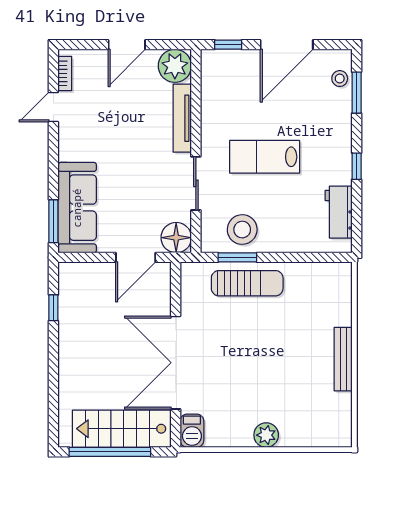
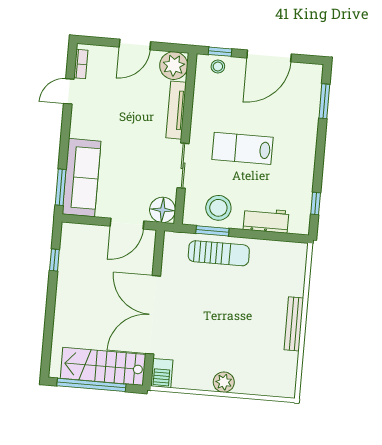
stool: (340, 79) -> (218, 67), moved
window: (357, 166) -> (316, 204), moved
workbench: (339, 212) -> (266, 220), moved, turned 90

